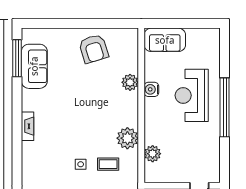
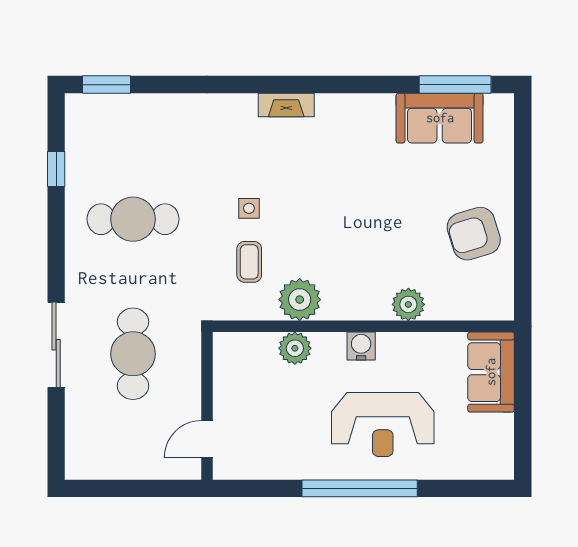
water cooler: (151, 89) -> (361, 346), moved
reception desk: (192, 95) -> (383, 425), turned 180
fireplace: (28, 126) -> (286, 105), moved
plant: (153, 154) -> (295, 348), moved

